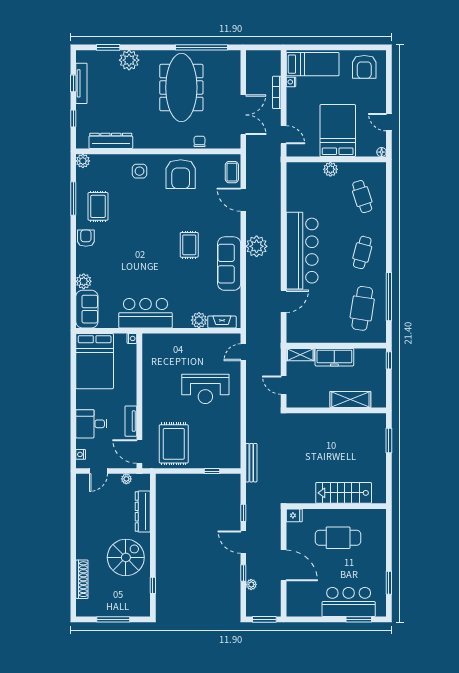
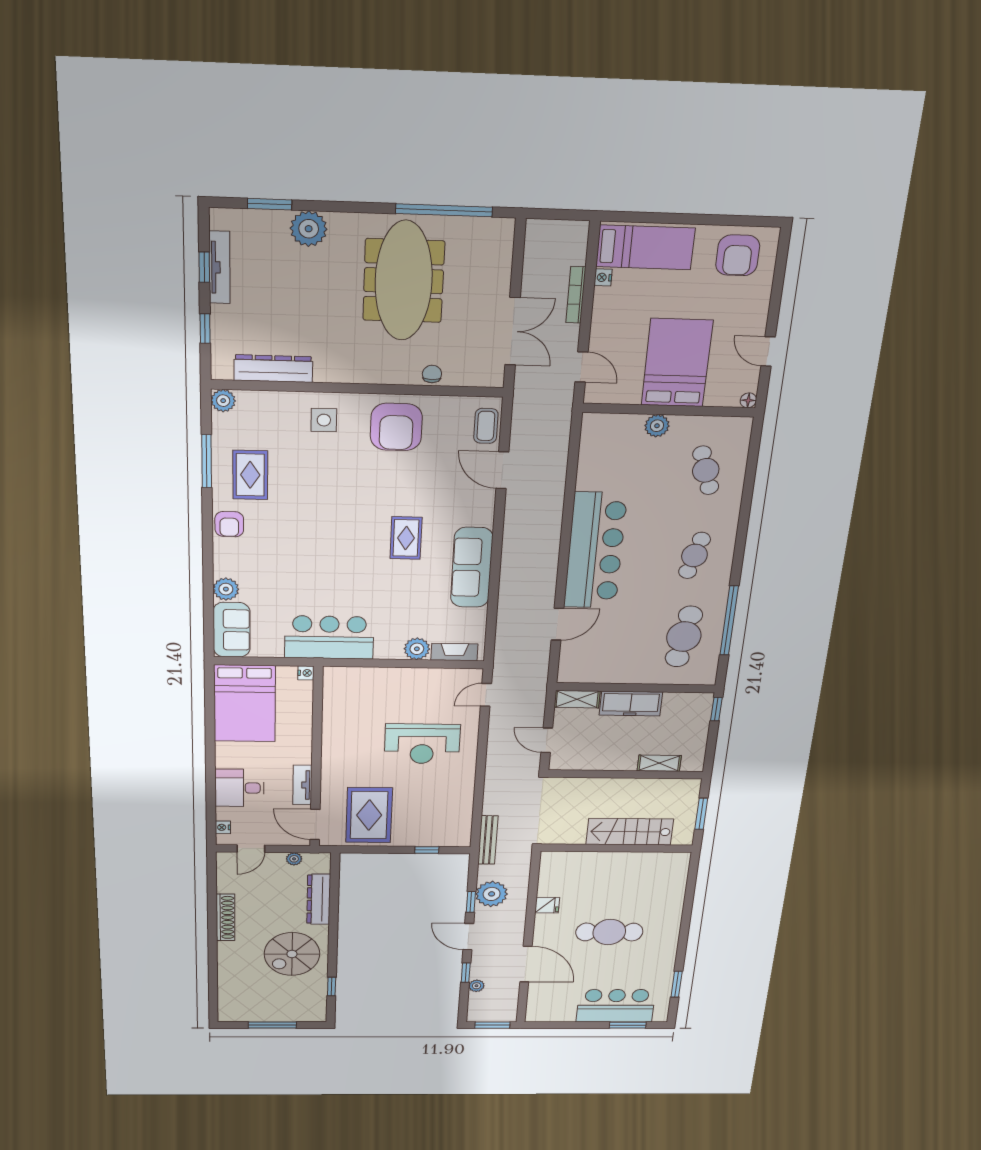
armchair: (86, 238) -> (229, 524), turned 180
plant: (257, 246) -> (492, 894), moved
shelving: (350, 399) -> (659, 763), width x0.67, depth x0.75
stairs: (344, 493) -> (630, 832), moved
wall: (336, 506) -> (617, 848), moved
spiral stairs: (126, 557) -> (292, 954), turned 180
shoe rack: (82, 579) -> (225, 918), moved

